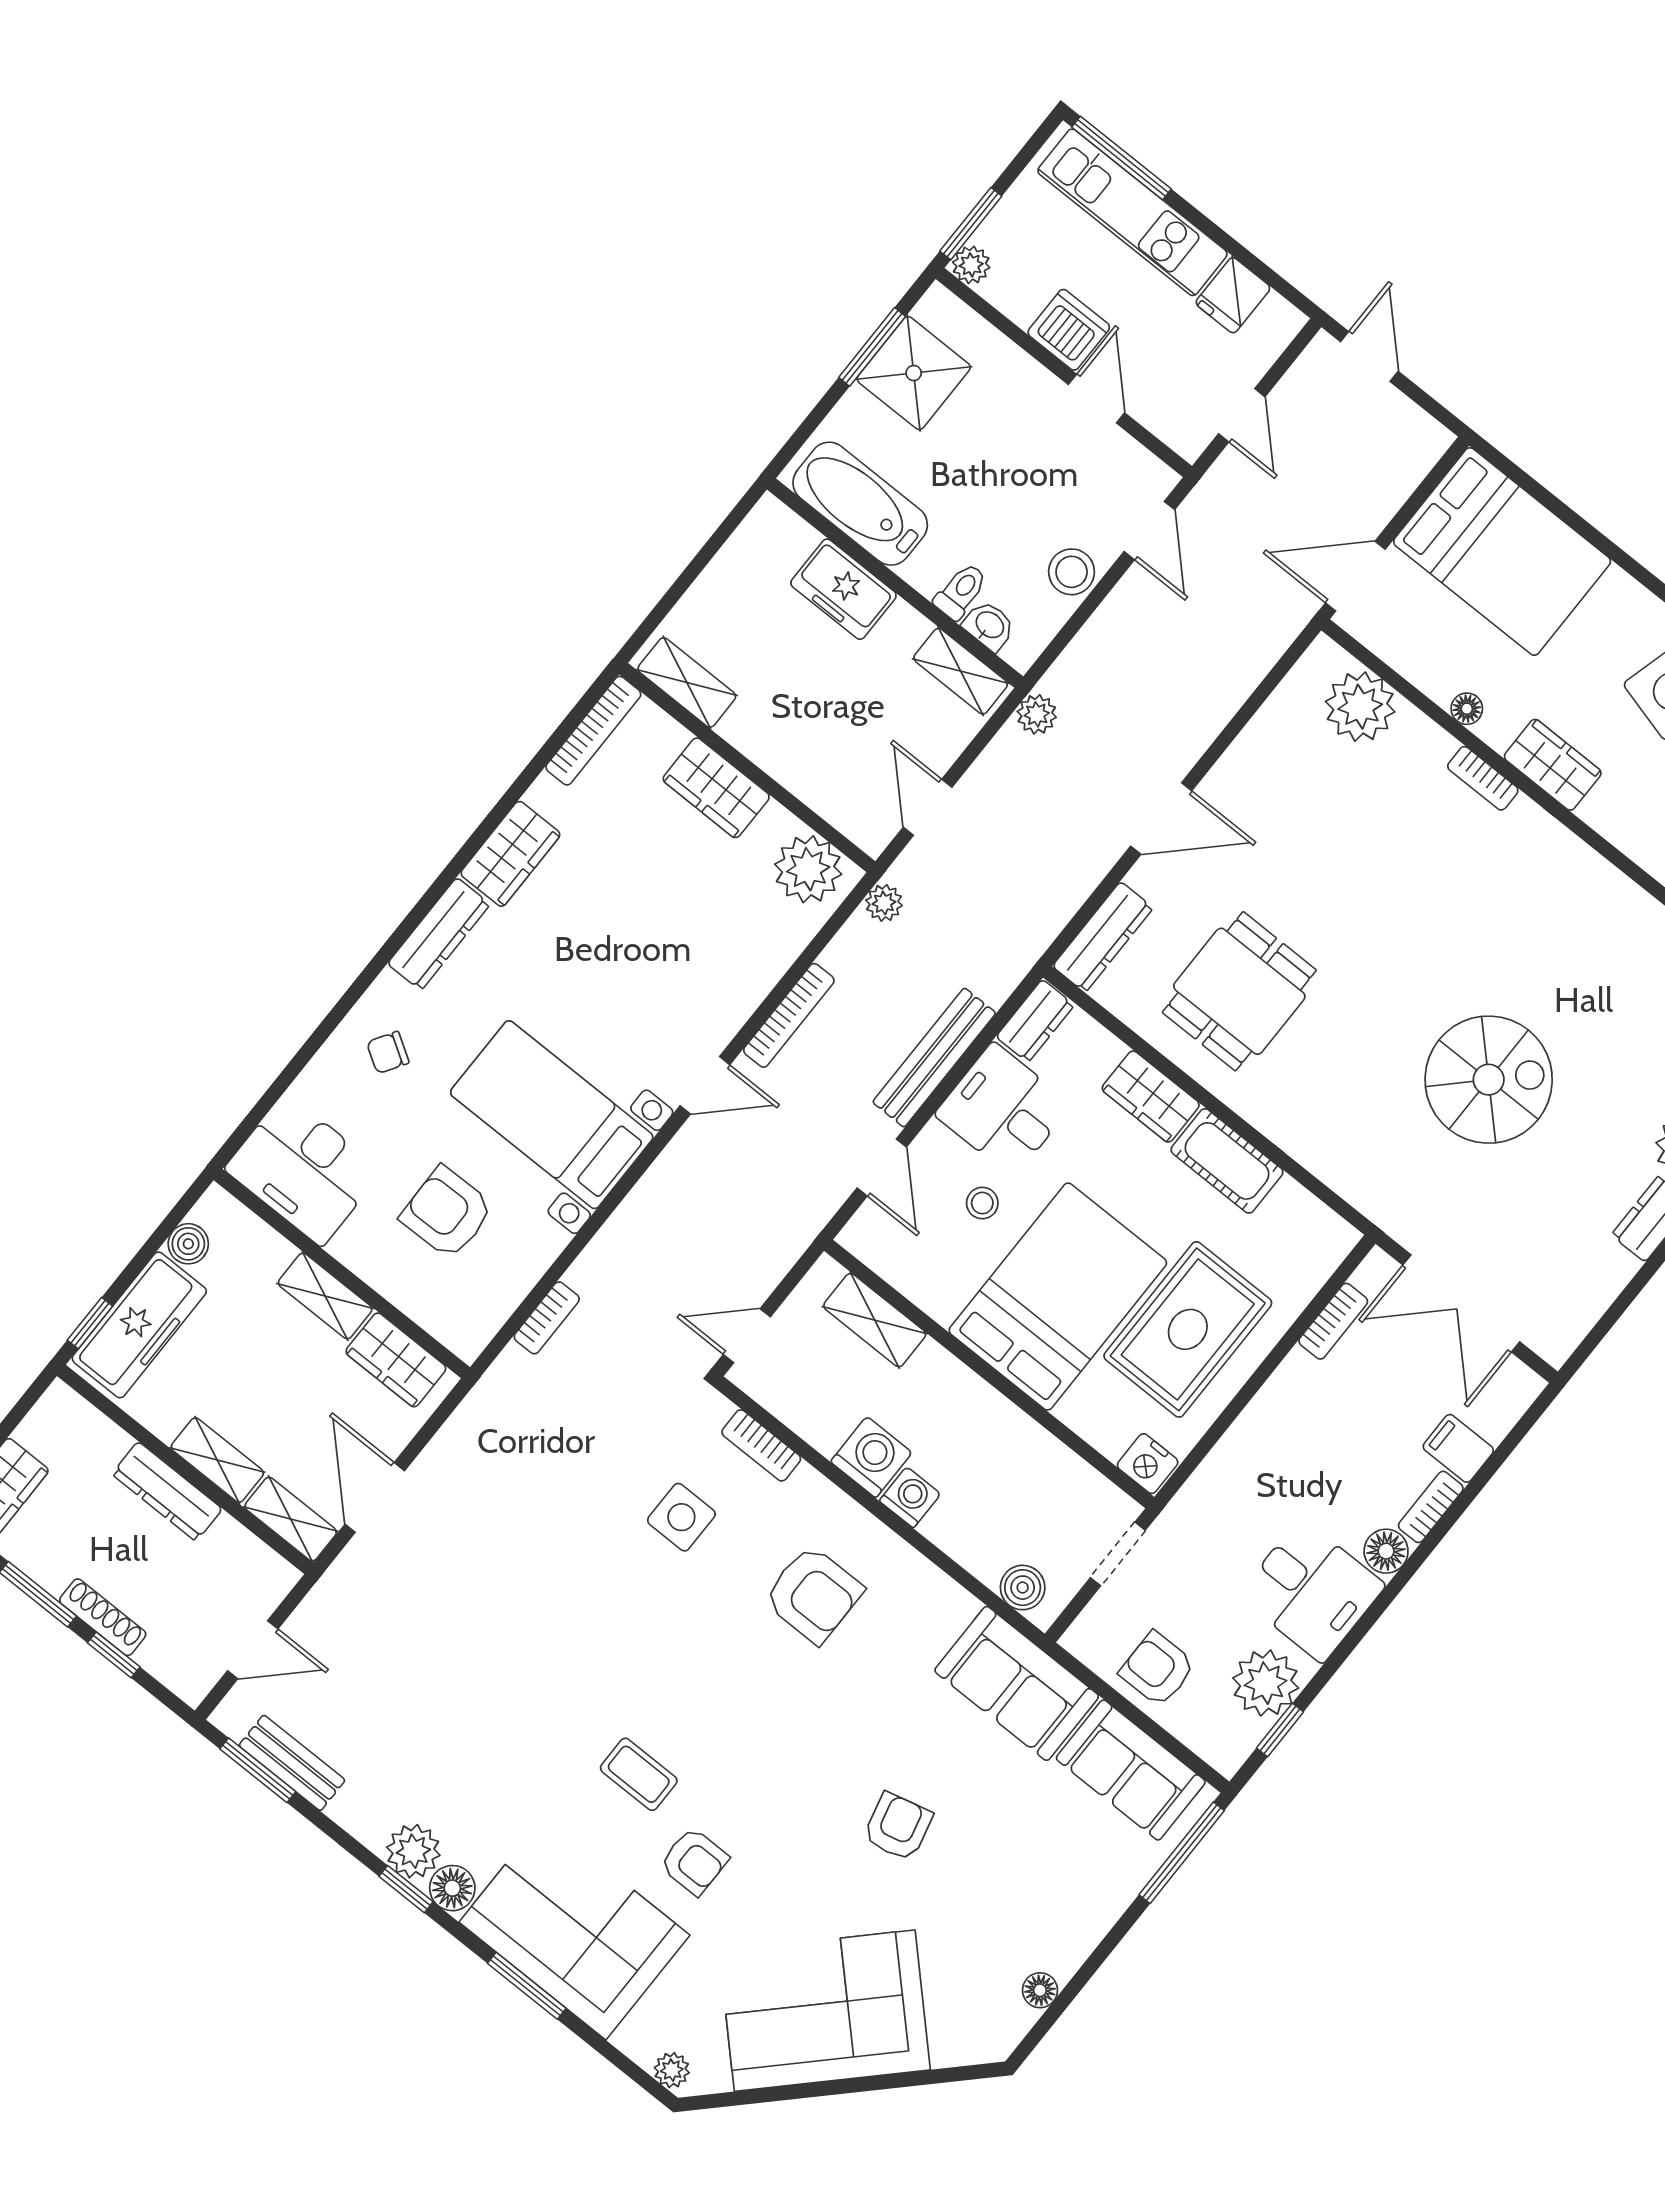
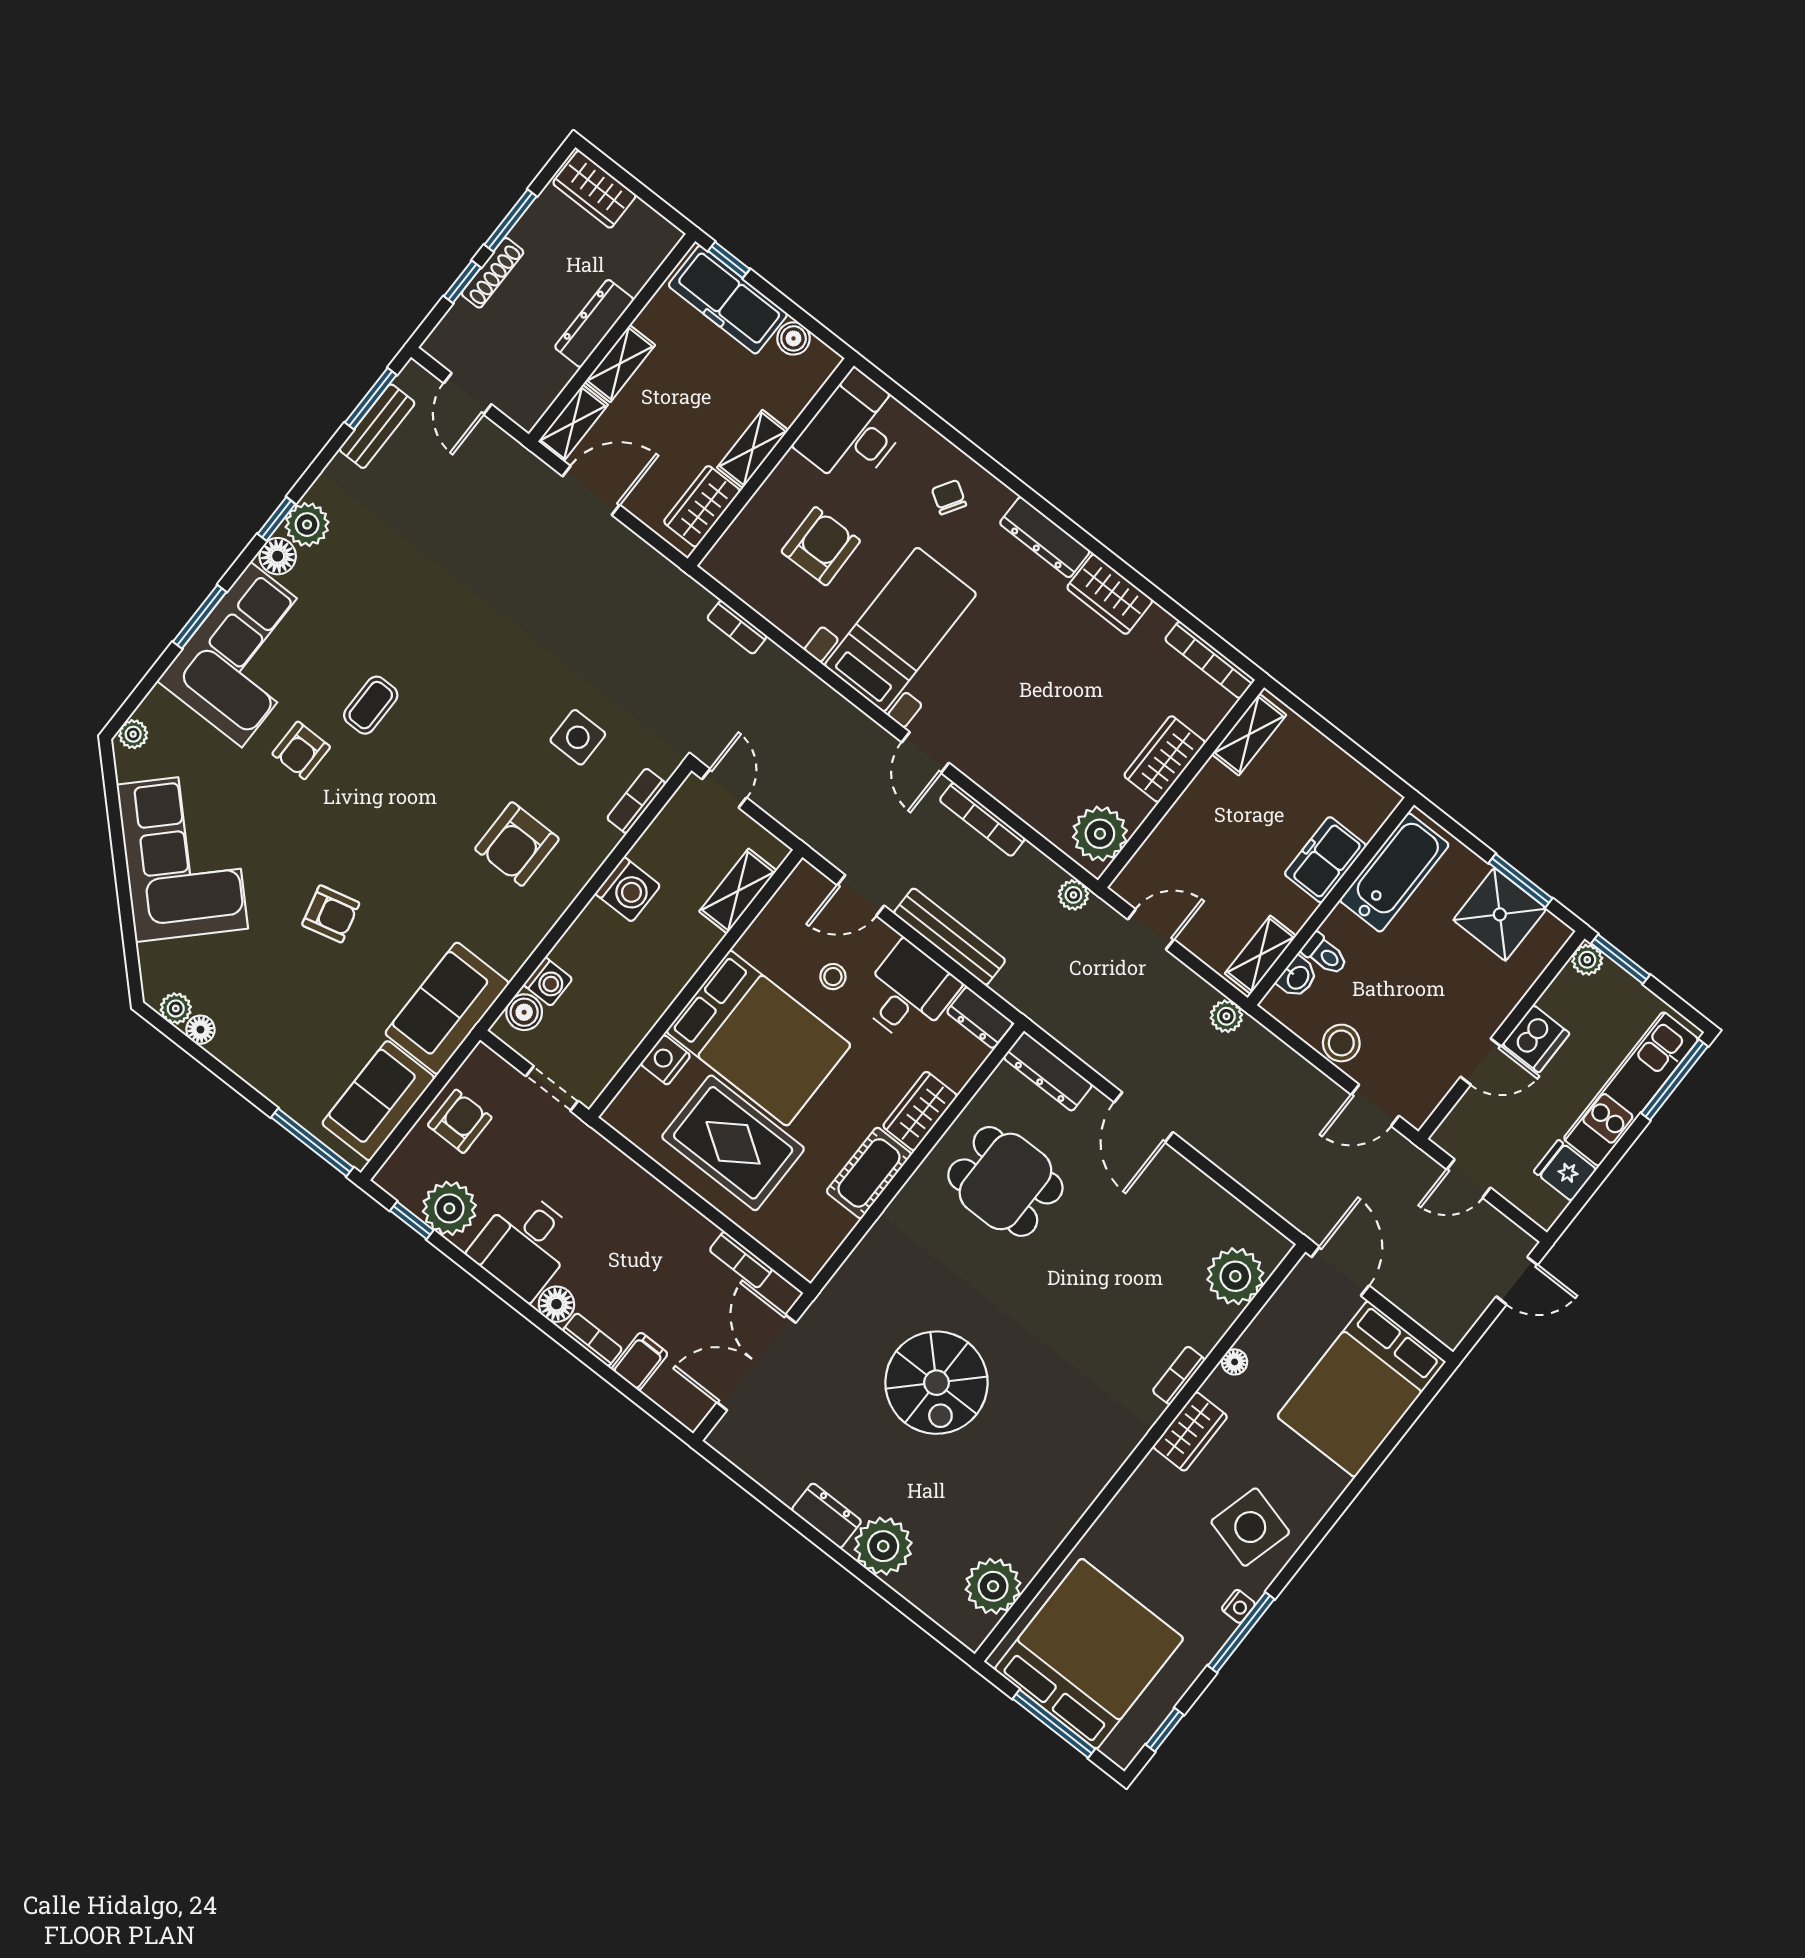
nightstand: (1148, 1464) -> (665, 1060), moved
washing machine: (910, 1497) -> (548, 982), moved
plant: (1013, 2021) -> (176, 1008), added

